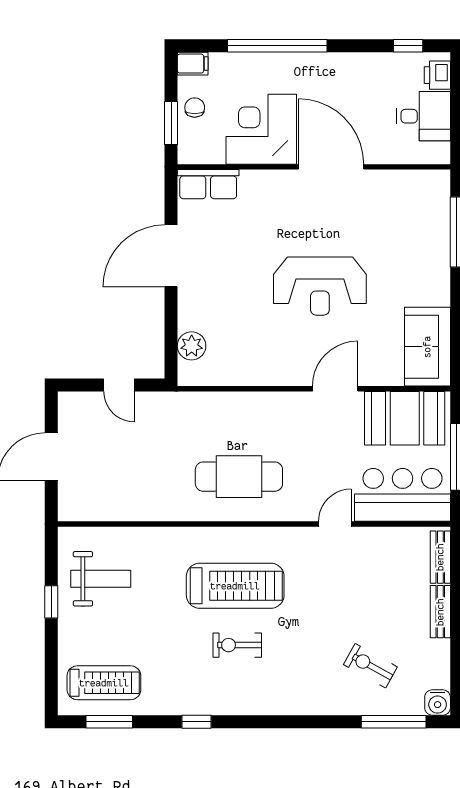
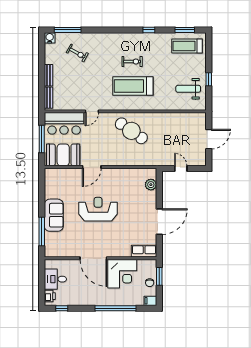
sofa: (427, 347) -> (54, 215), moved
cafe table: (239, 477) -> (131, 131), turned 35

